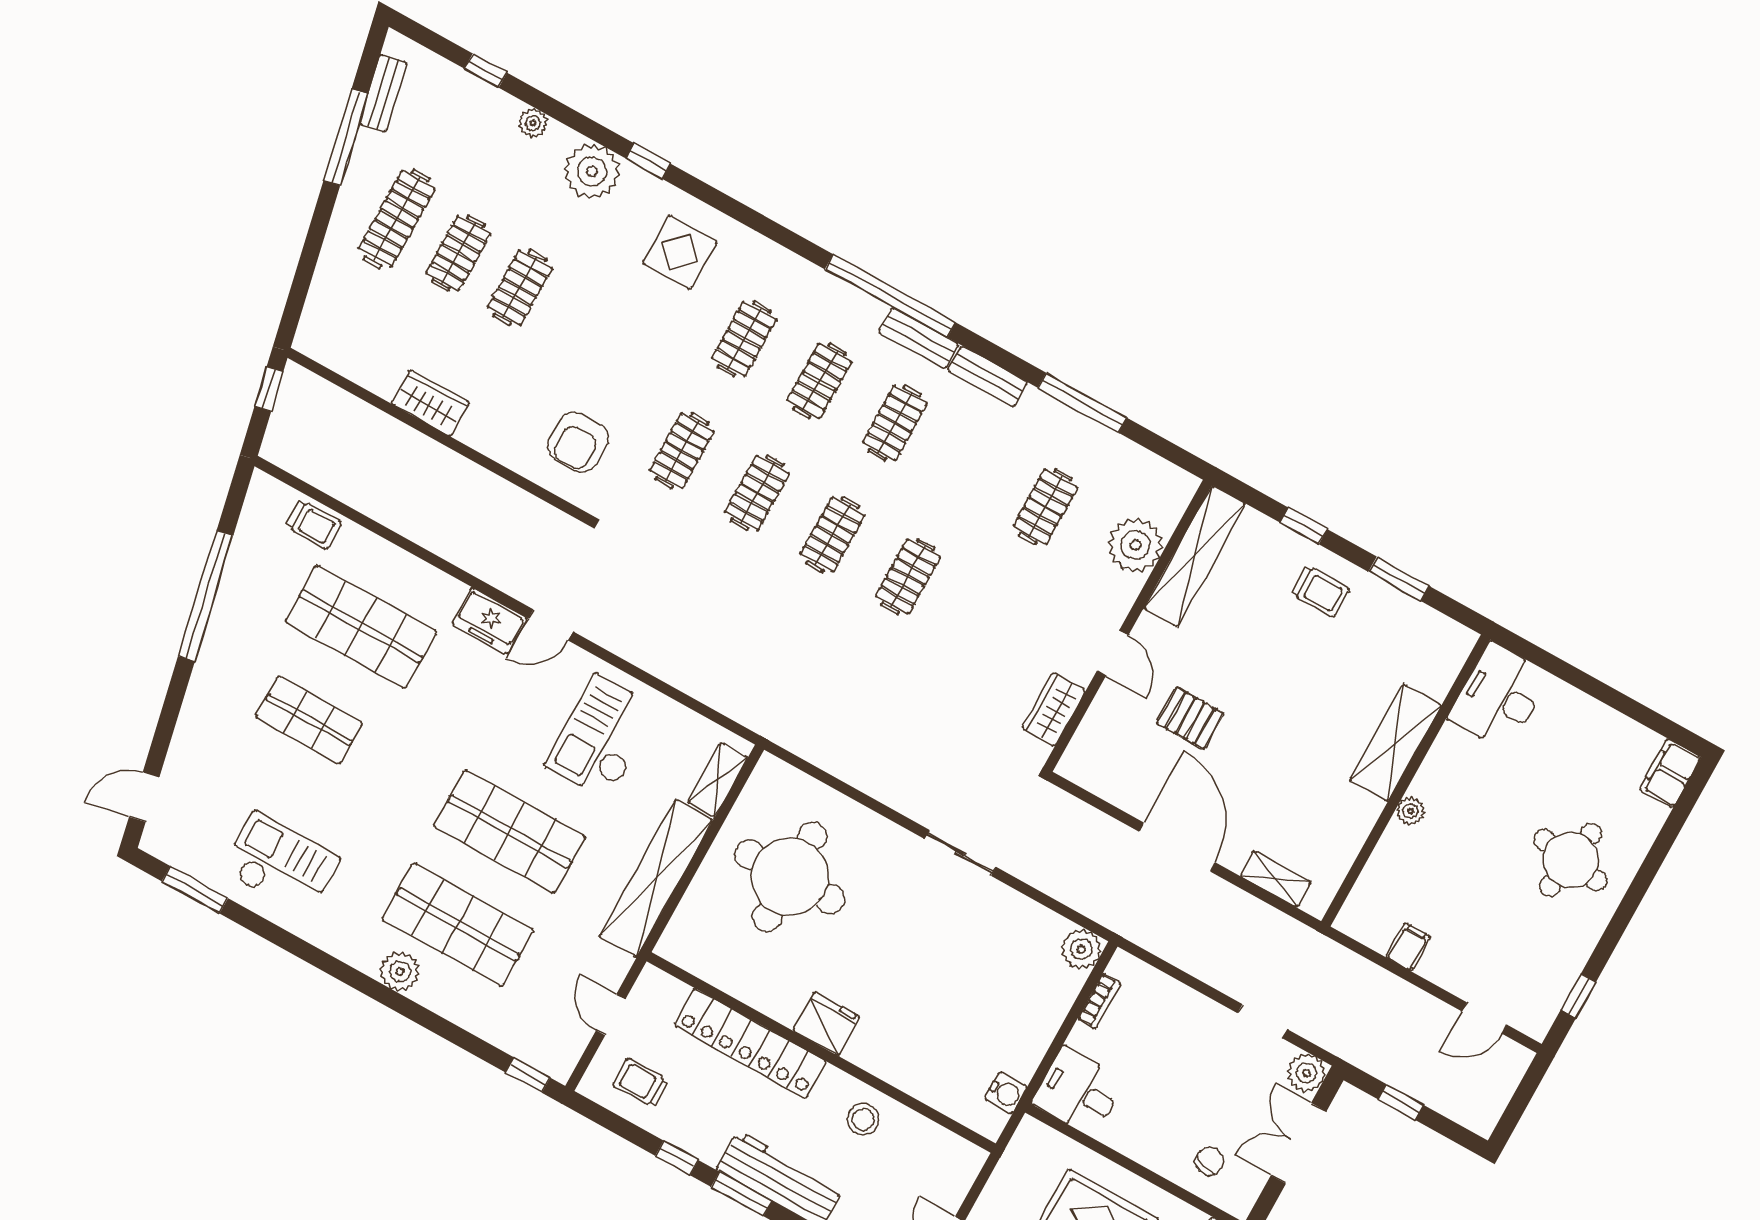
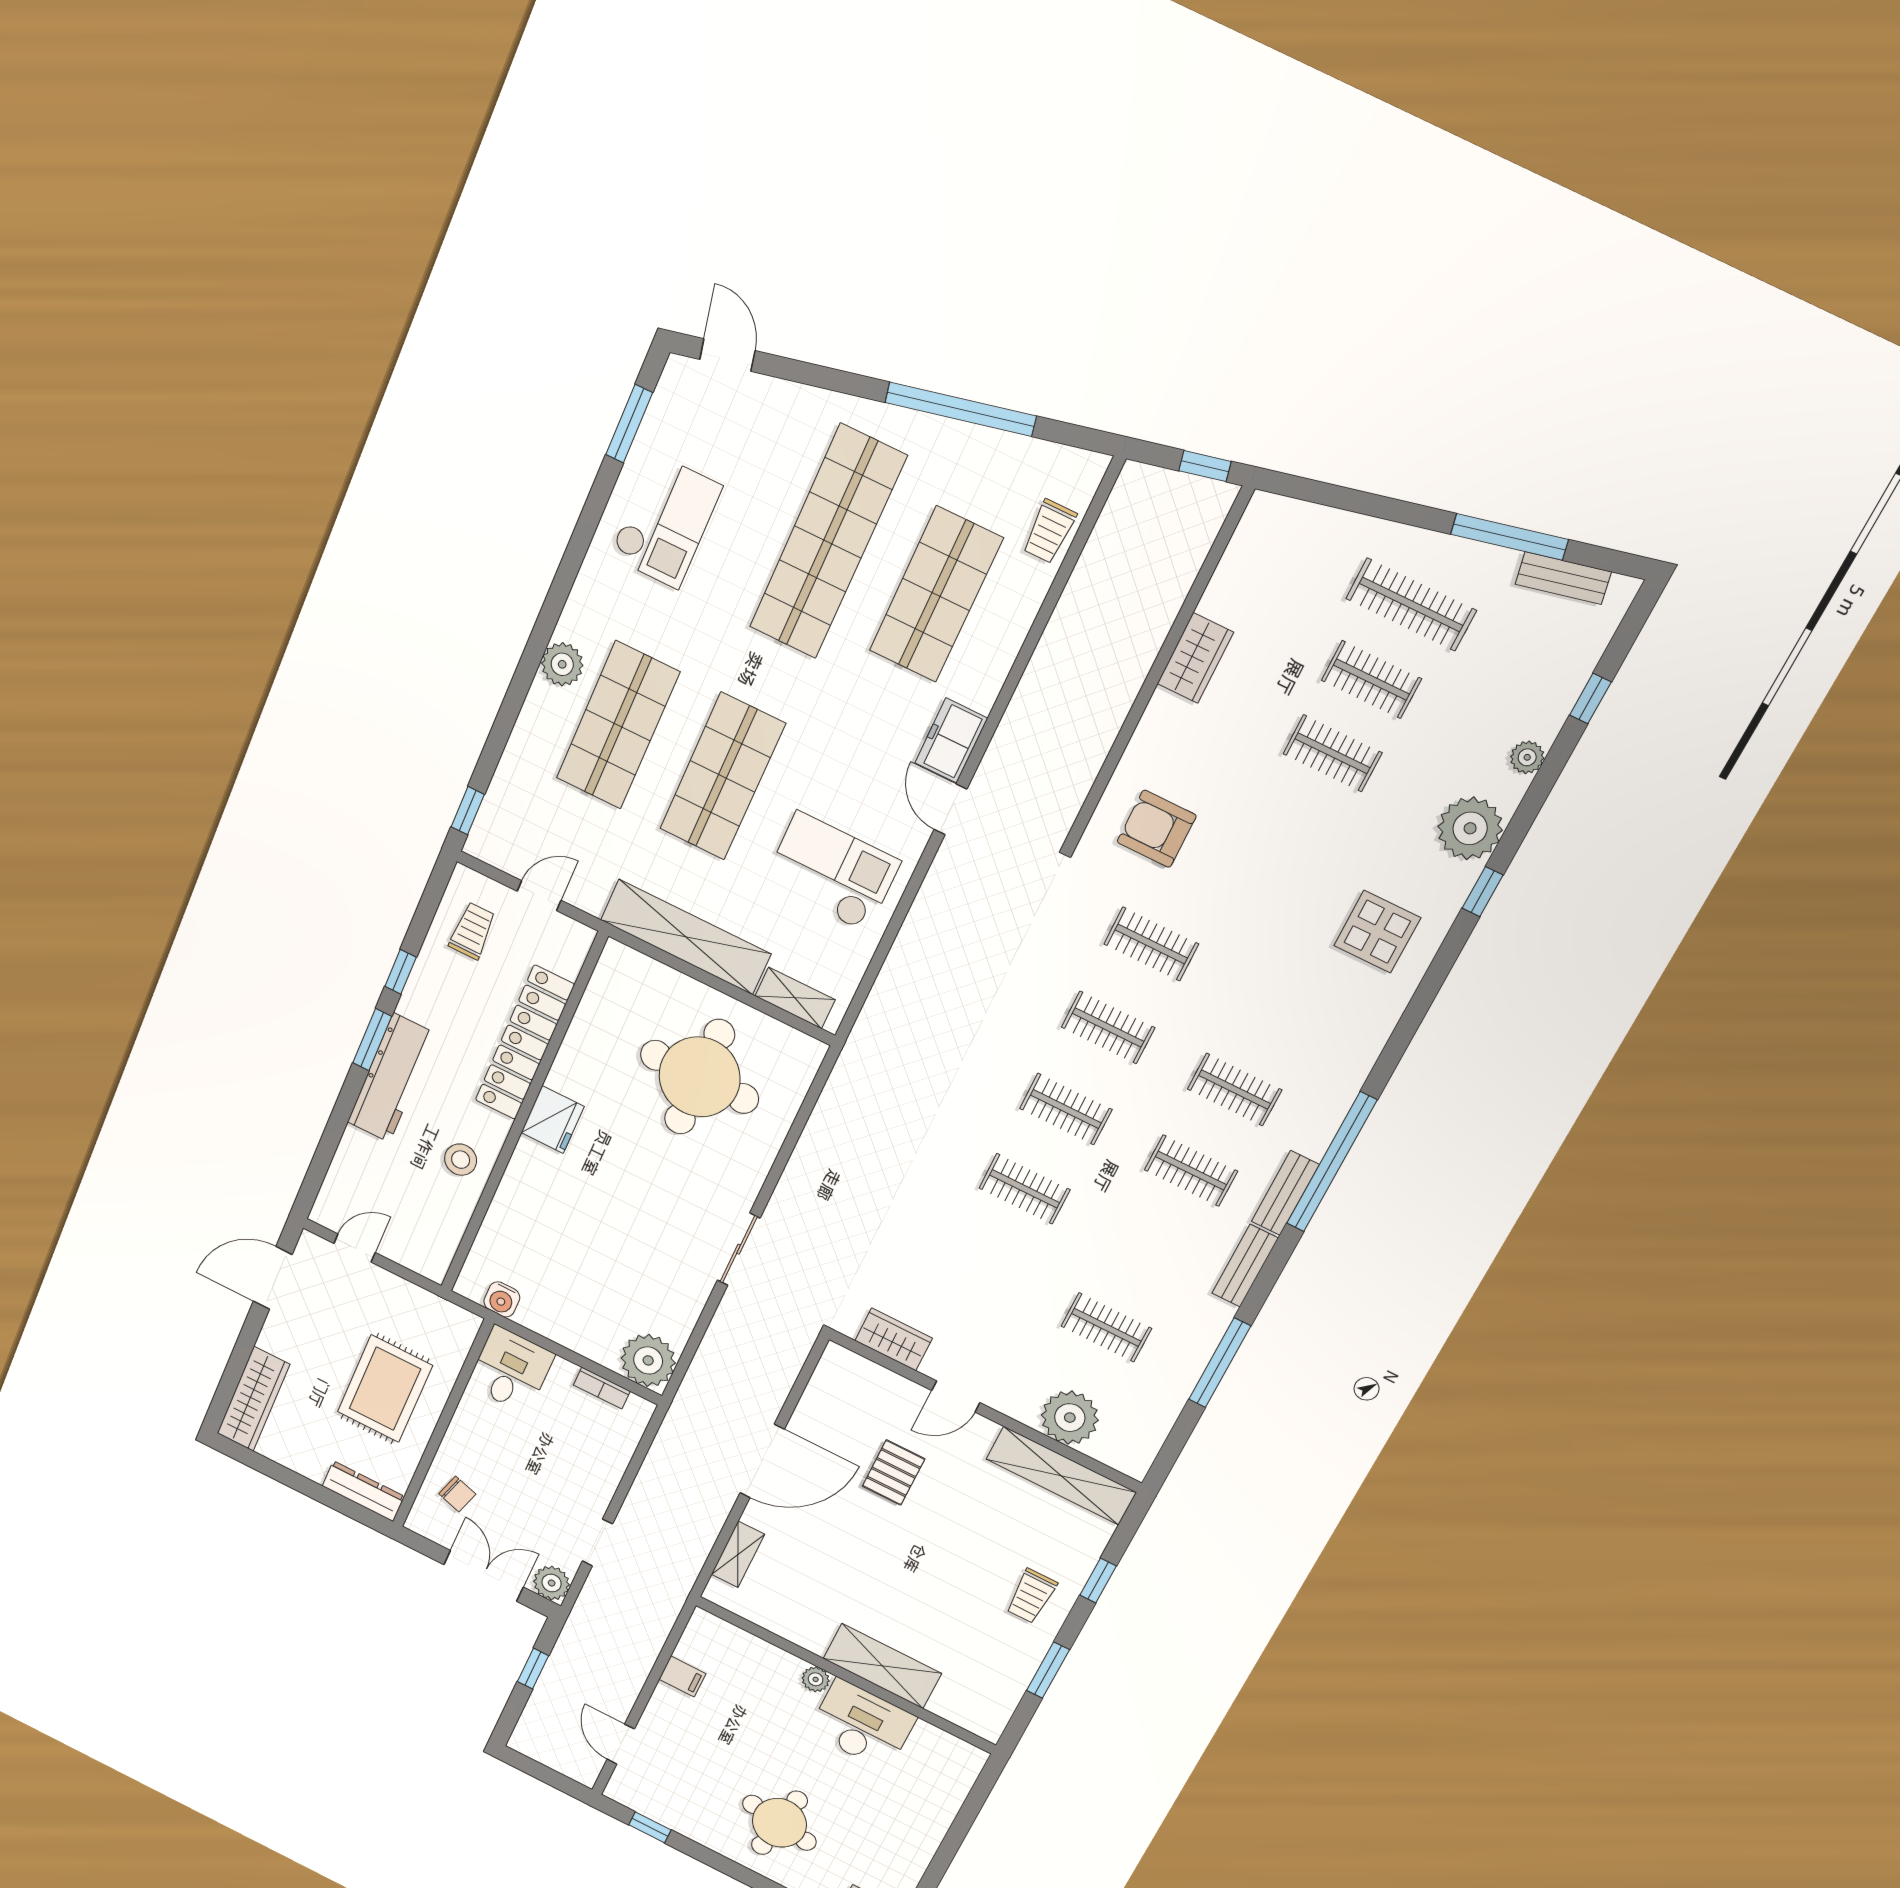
clothes rail: (744, 339) -> (1279, 1007), removed
desk: (1499, 697) -> (862, 1725), moved
shop shelf: (309, 720) -> (828, 542), width x2.00, depth x1.36
plant: (1081, 949) -> (648, 1360), width x1.36, depth x1.36

